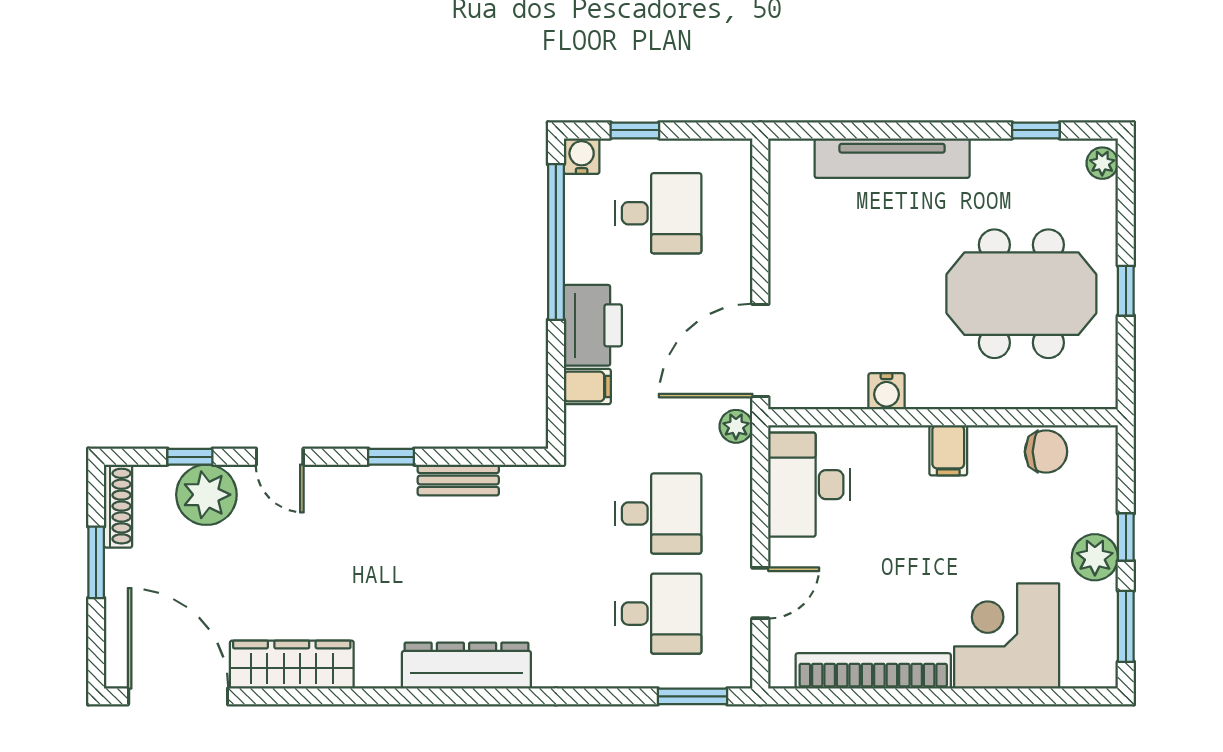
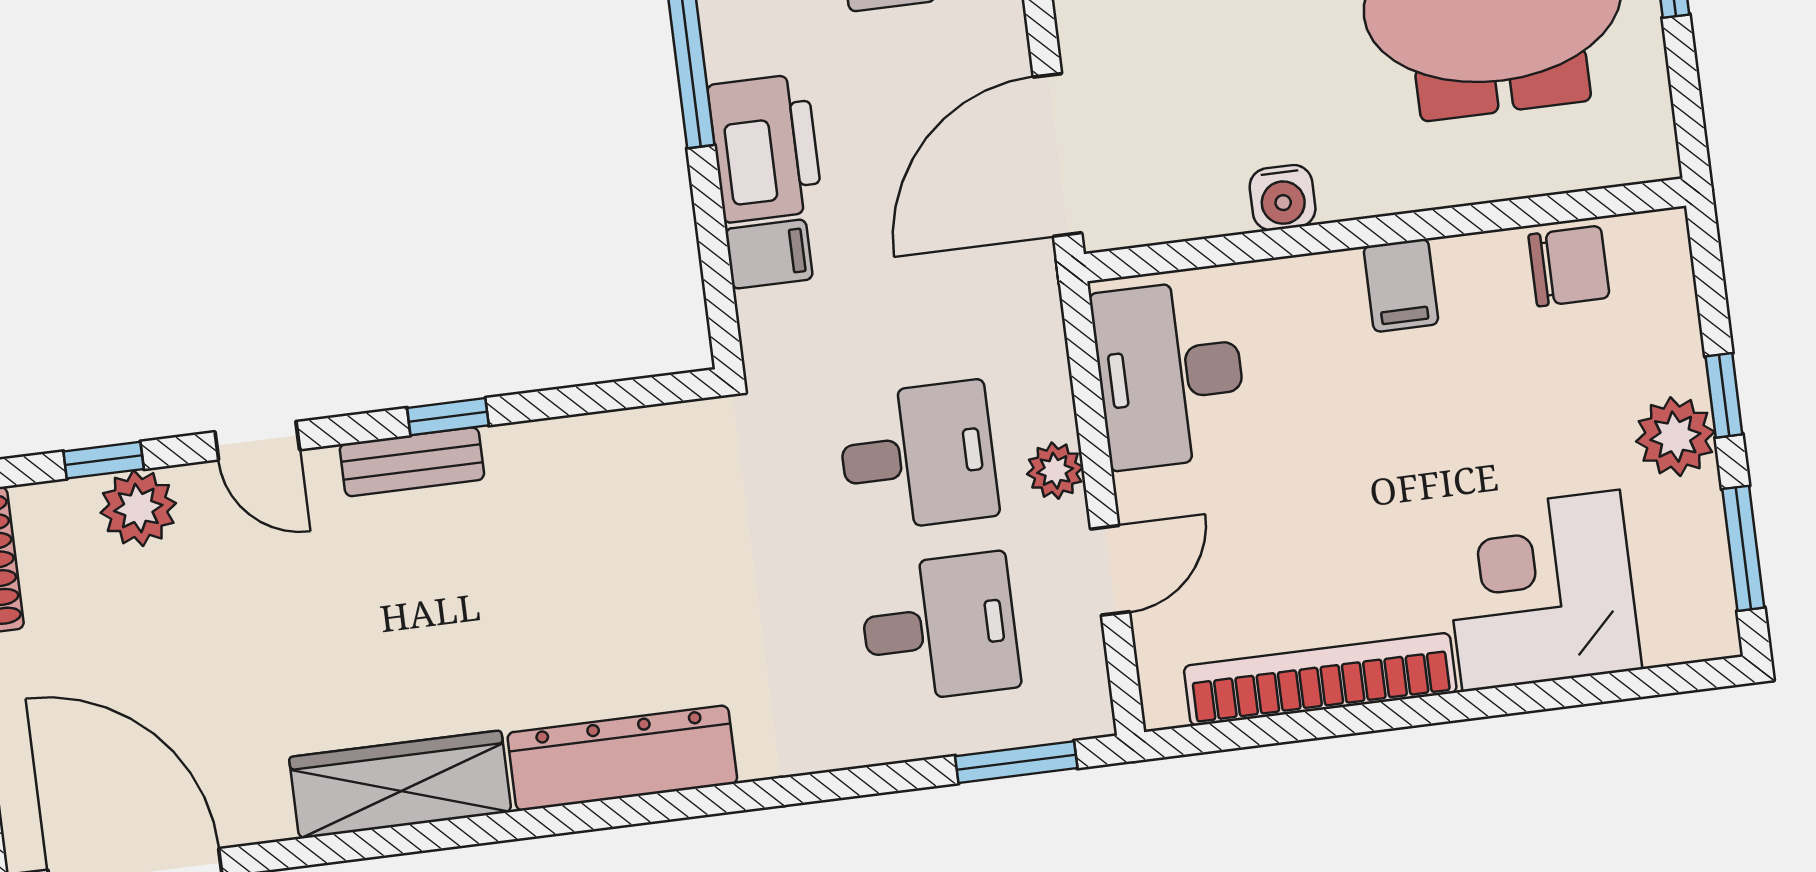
plant: (736, 426) -> (1055, 471), moved
bench: (458, 480) -> (412, 462), moved
plant: (206, 495) -> (138, 508), width x0.73, depth x0.73
wardrobe: (292, 665) -> (400, 785), moved

